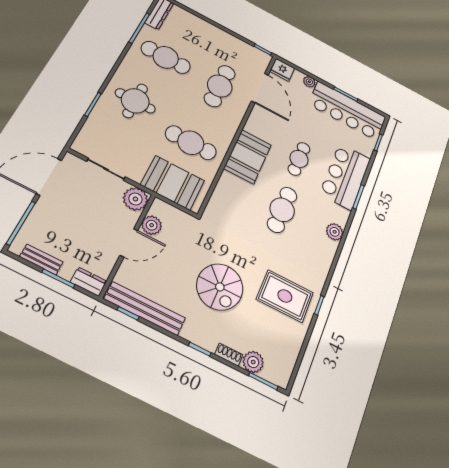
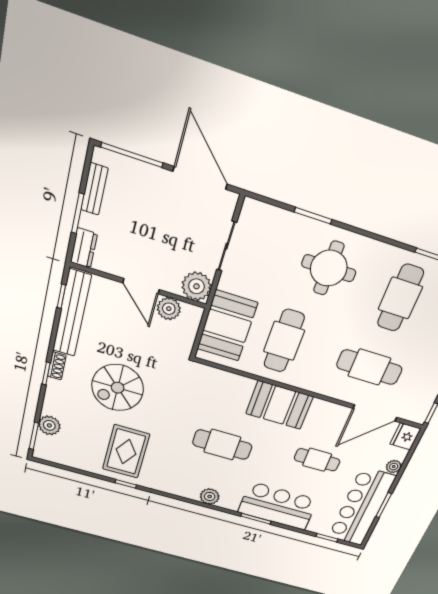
cafe table: (299, 159) -> (317, 460), moved
shoe rack: (229, 355) -> (57, 366), moved

